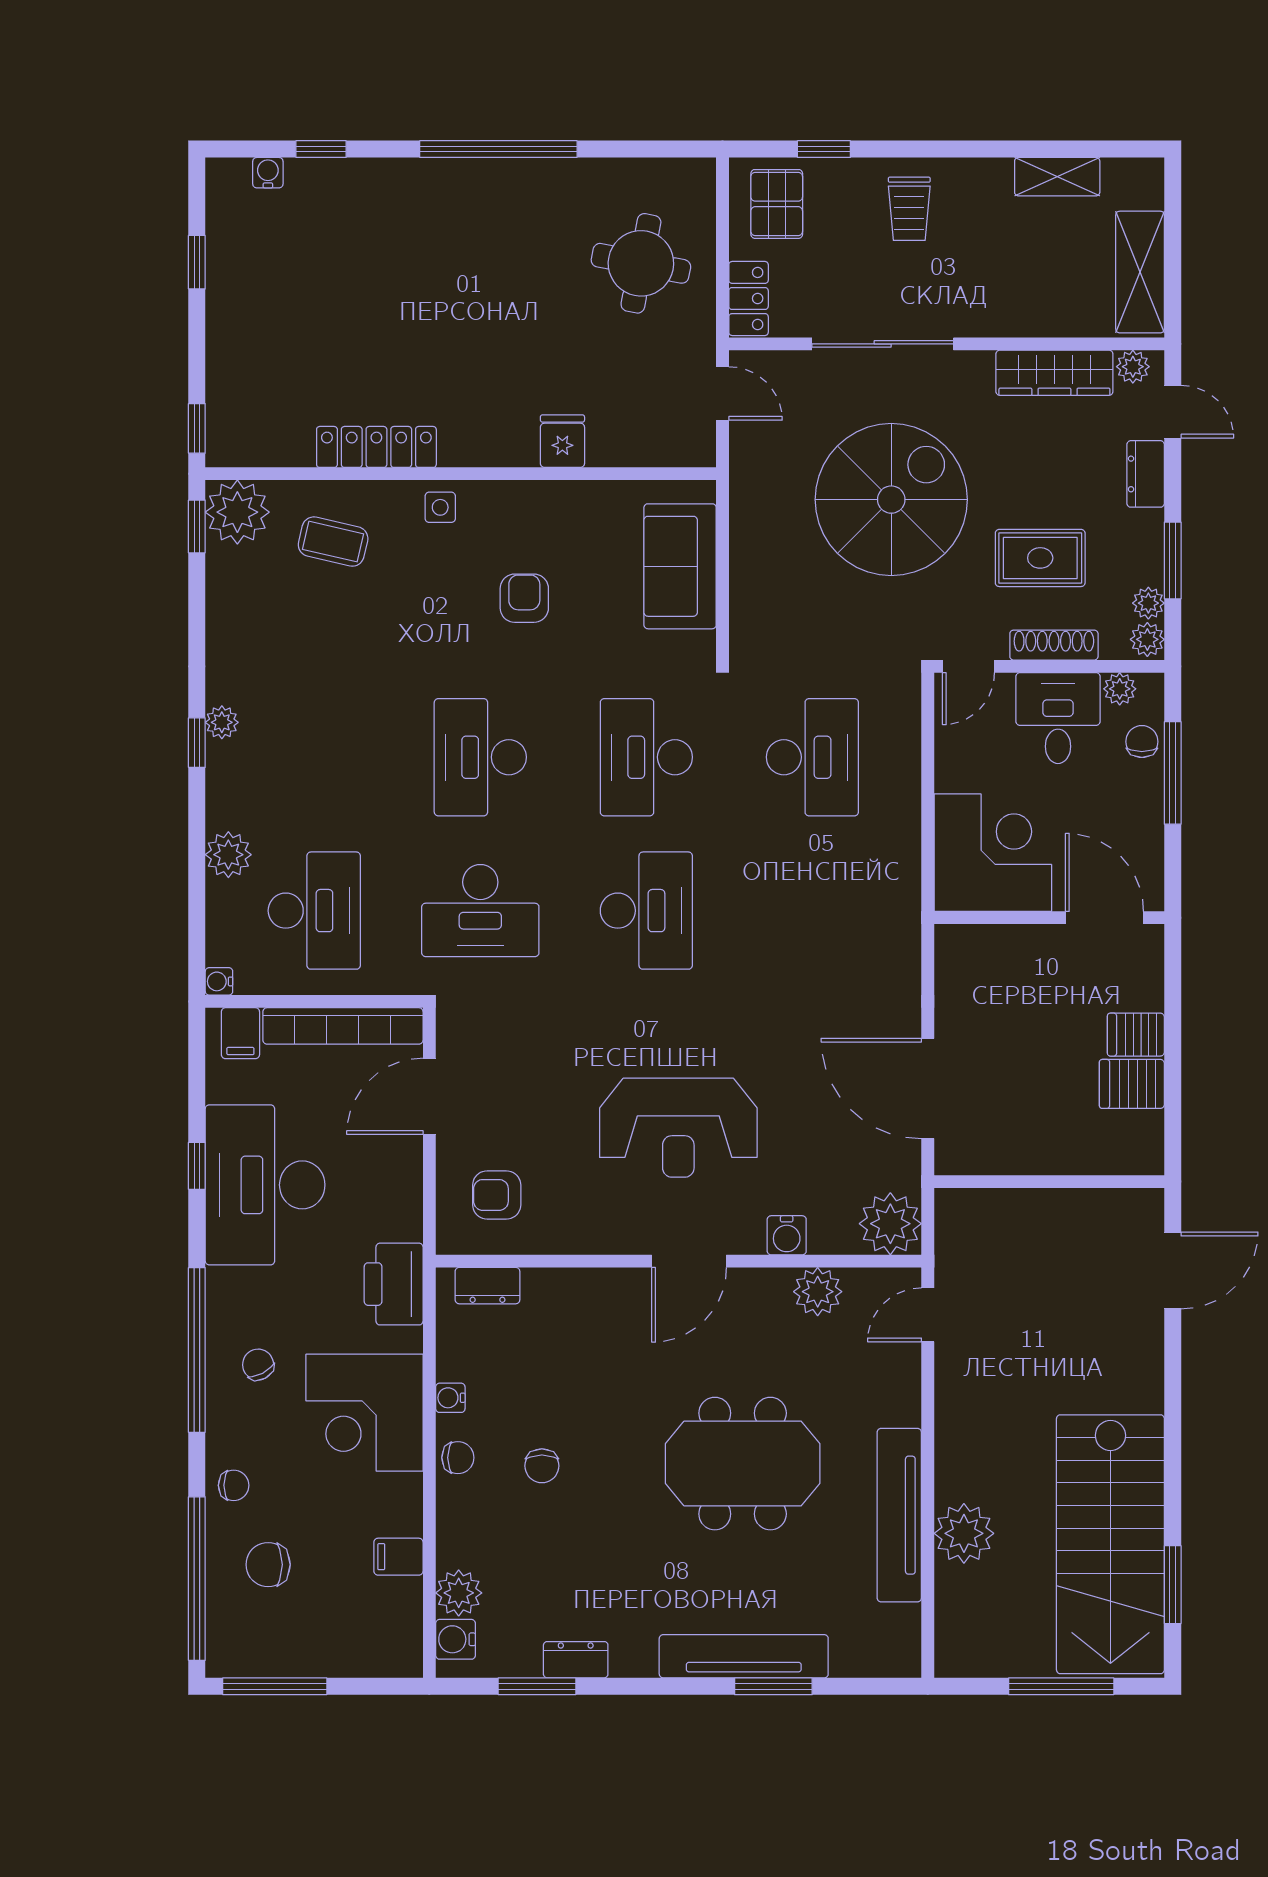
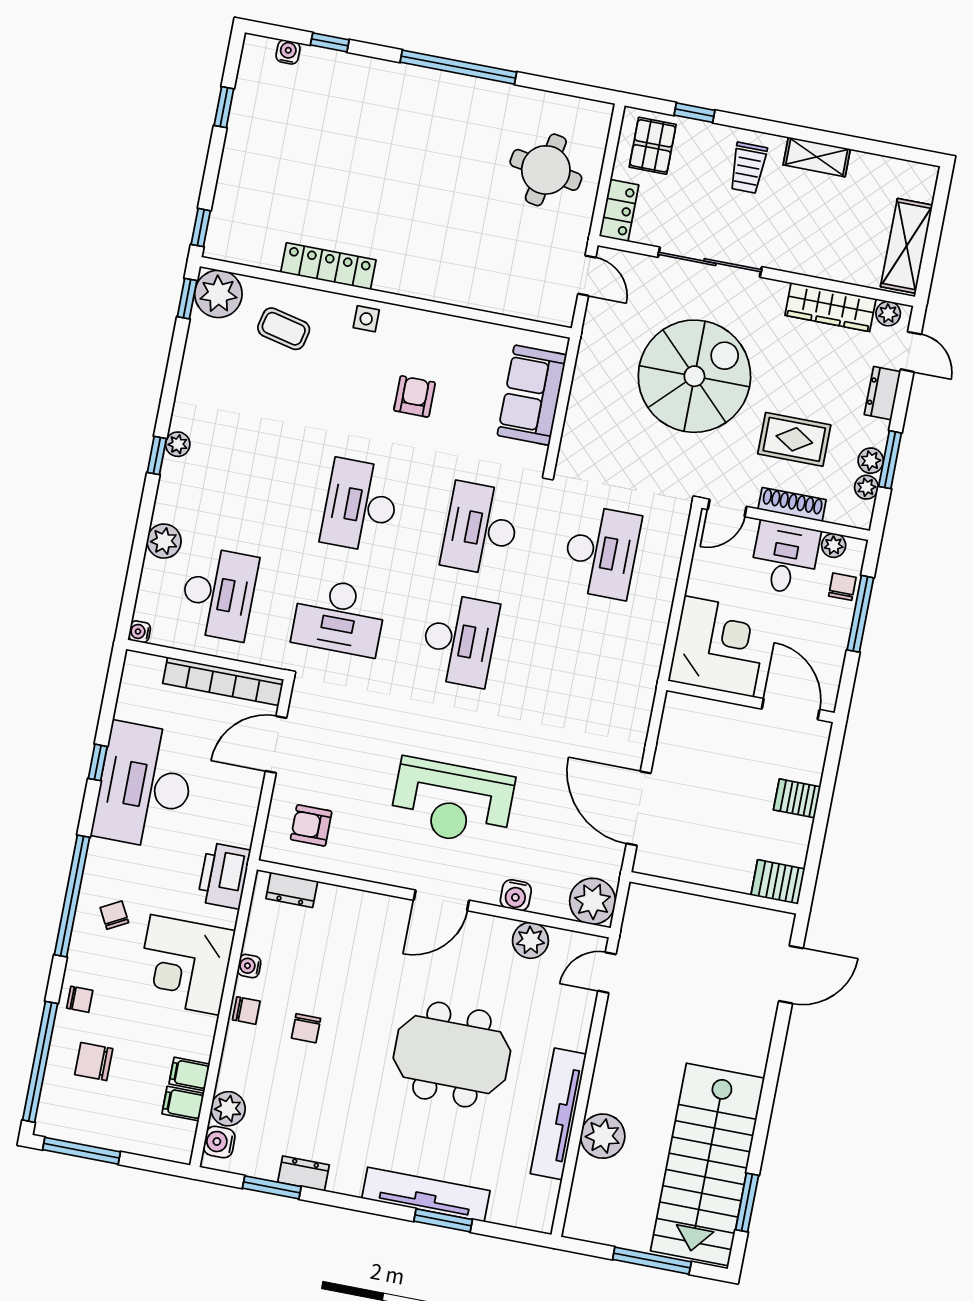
shelving: (1057, 177) -> (817, 157), moved
fridge: (562, 441) -> (464, 288), removed
plant: (1147, 639) -> (871, 461), moved
filing cabinet: (240, 1033) -> (183, 1104), moved, turned 90
server rack: (1132, 1084) -> (778, 882), moved

